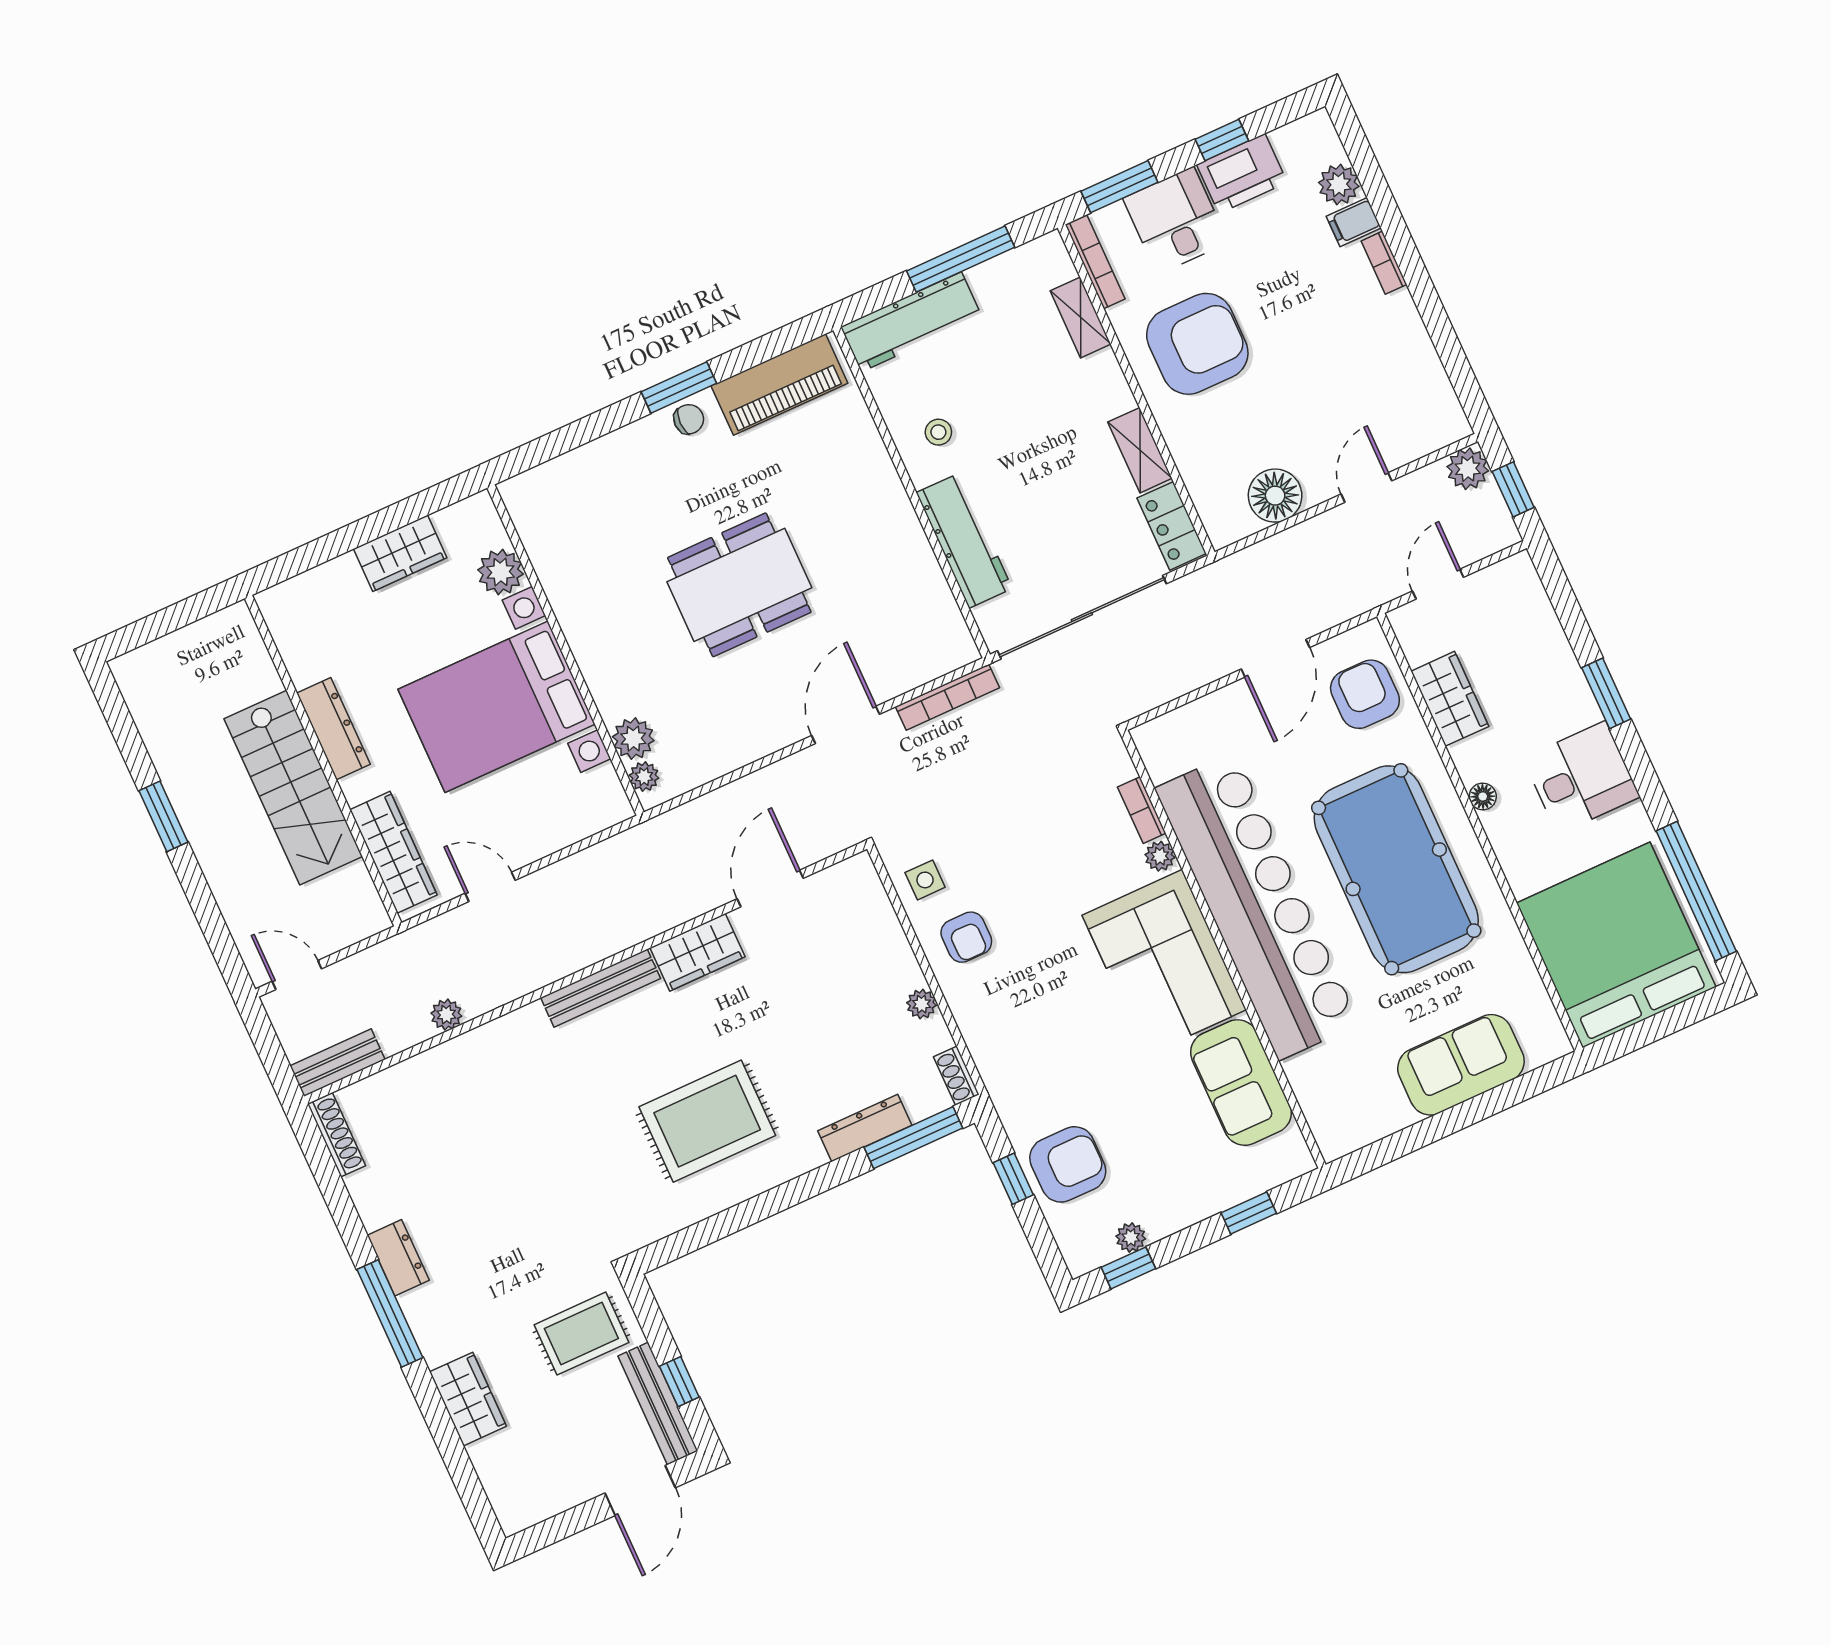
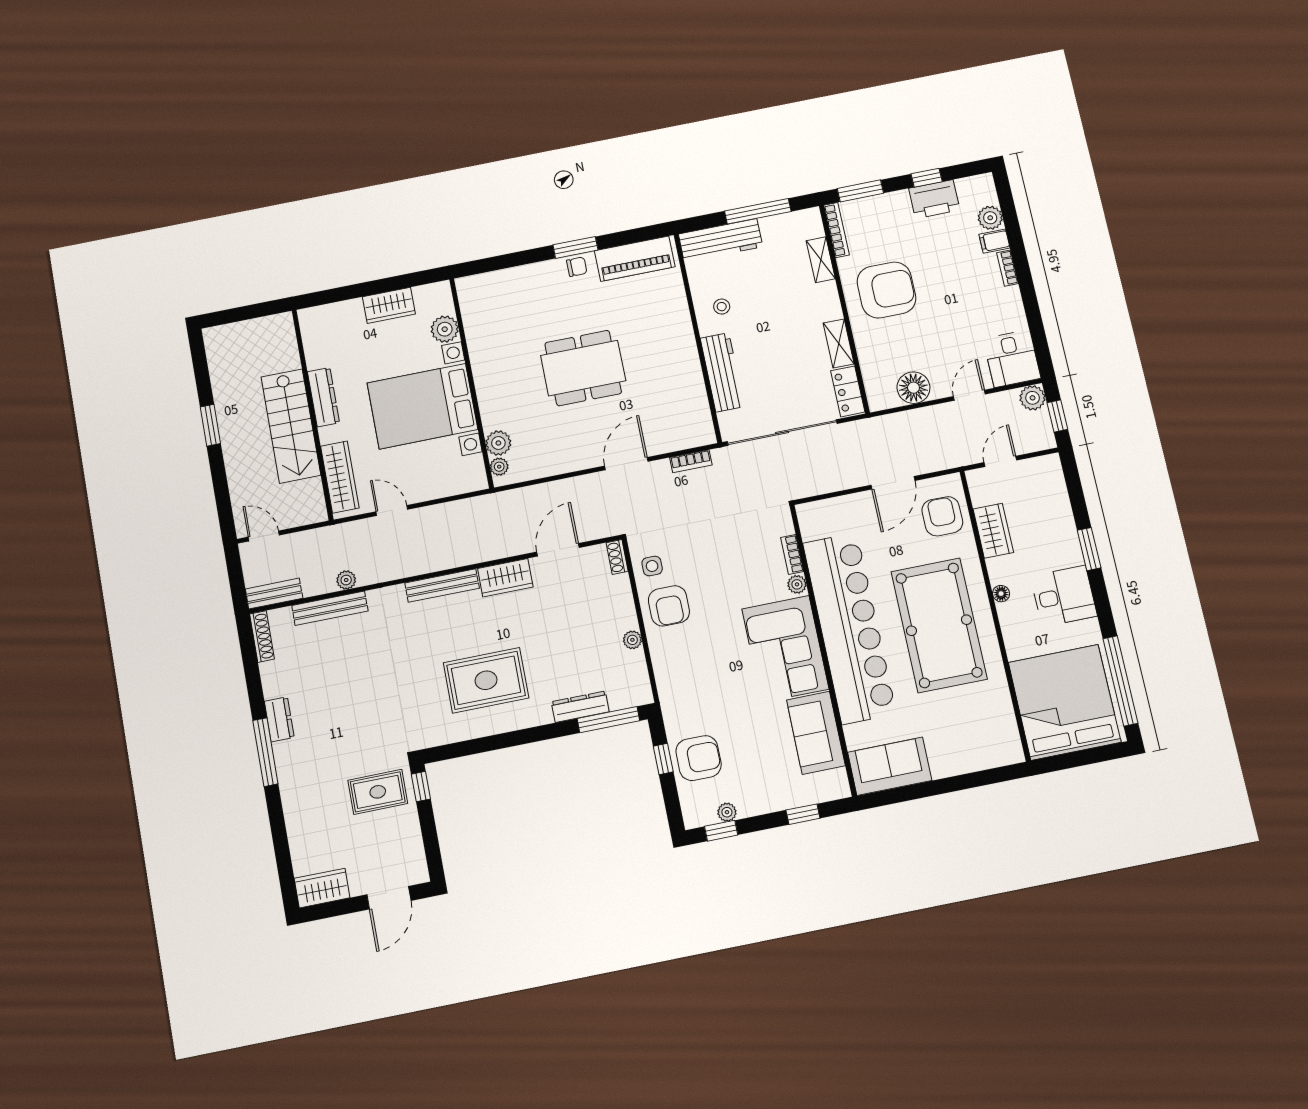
desk: (1175, 220) -> (1012, 359), moved, turned 180
bookcase: (947, 697) -> (691, 461), width x0.64
armchair: (966, 937) -> (669, 606), width x1.38, depth x1.38
sofa: (1461, 1065) -> (890, 766), moved
shoe rack: (956, 1076) -> (617, 557), moved
window: (679, 1382) -> (421, 787), moved
wardrobe: (468, 1399) -> (322, 888), moved, turned -90
bench: (658, 1403) -> (330, 608), moved, turned 90

